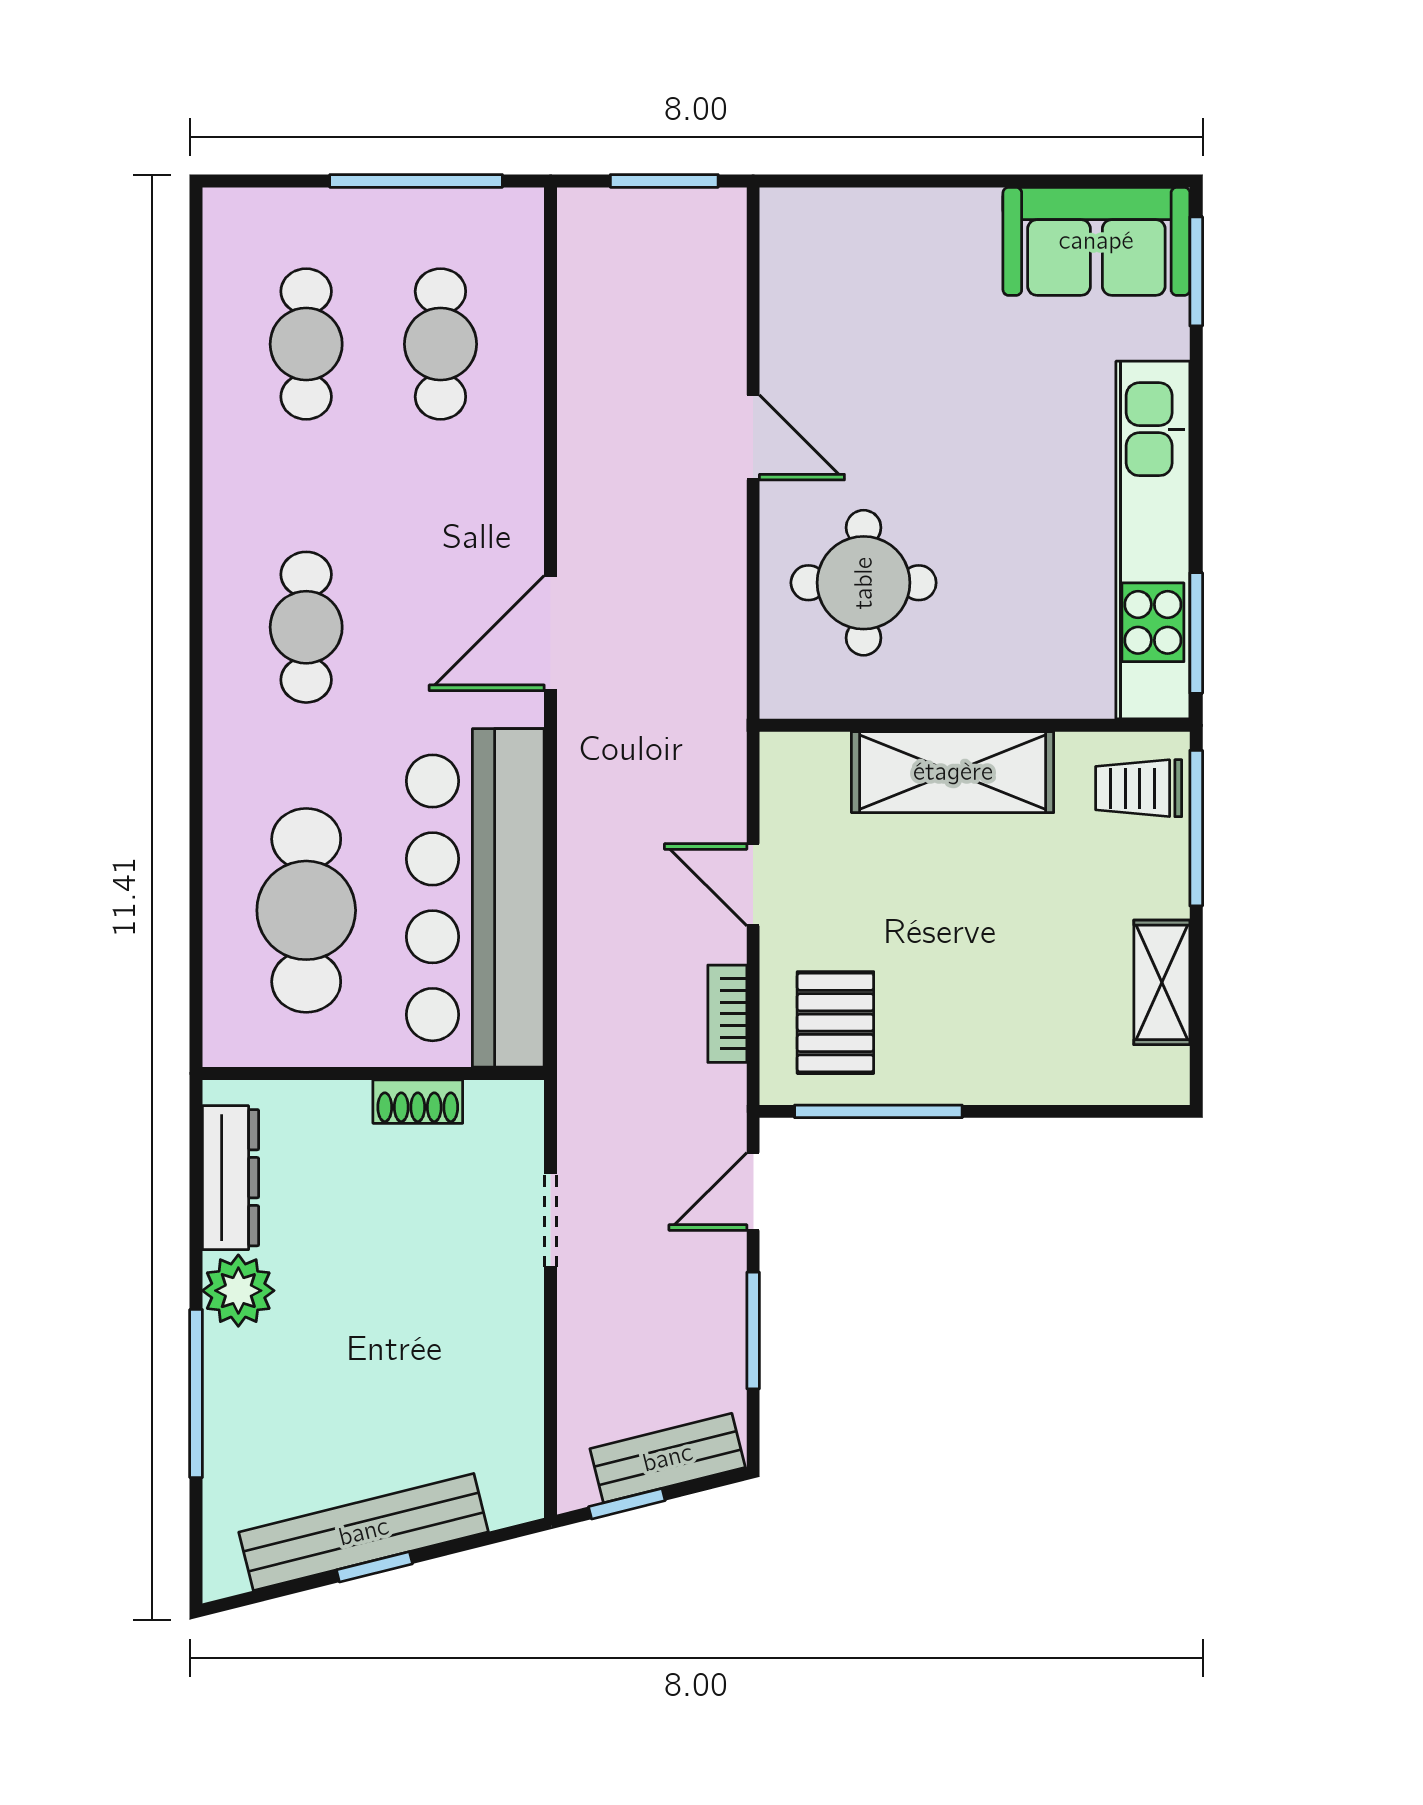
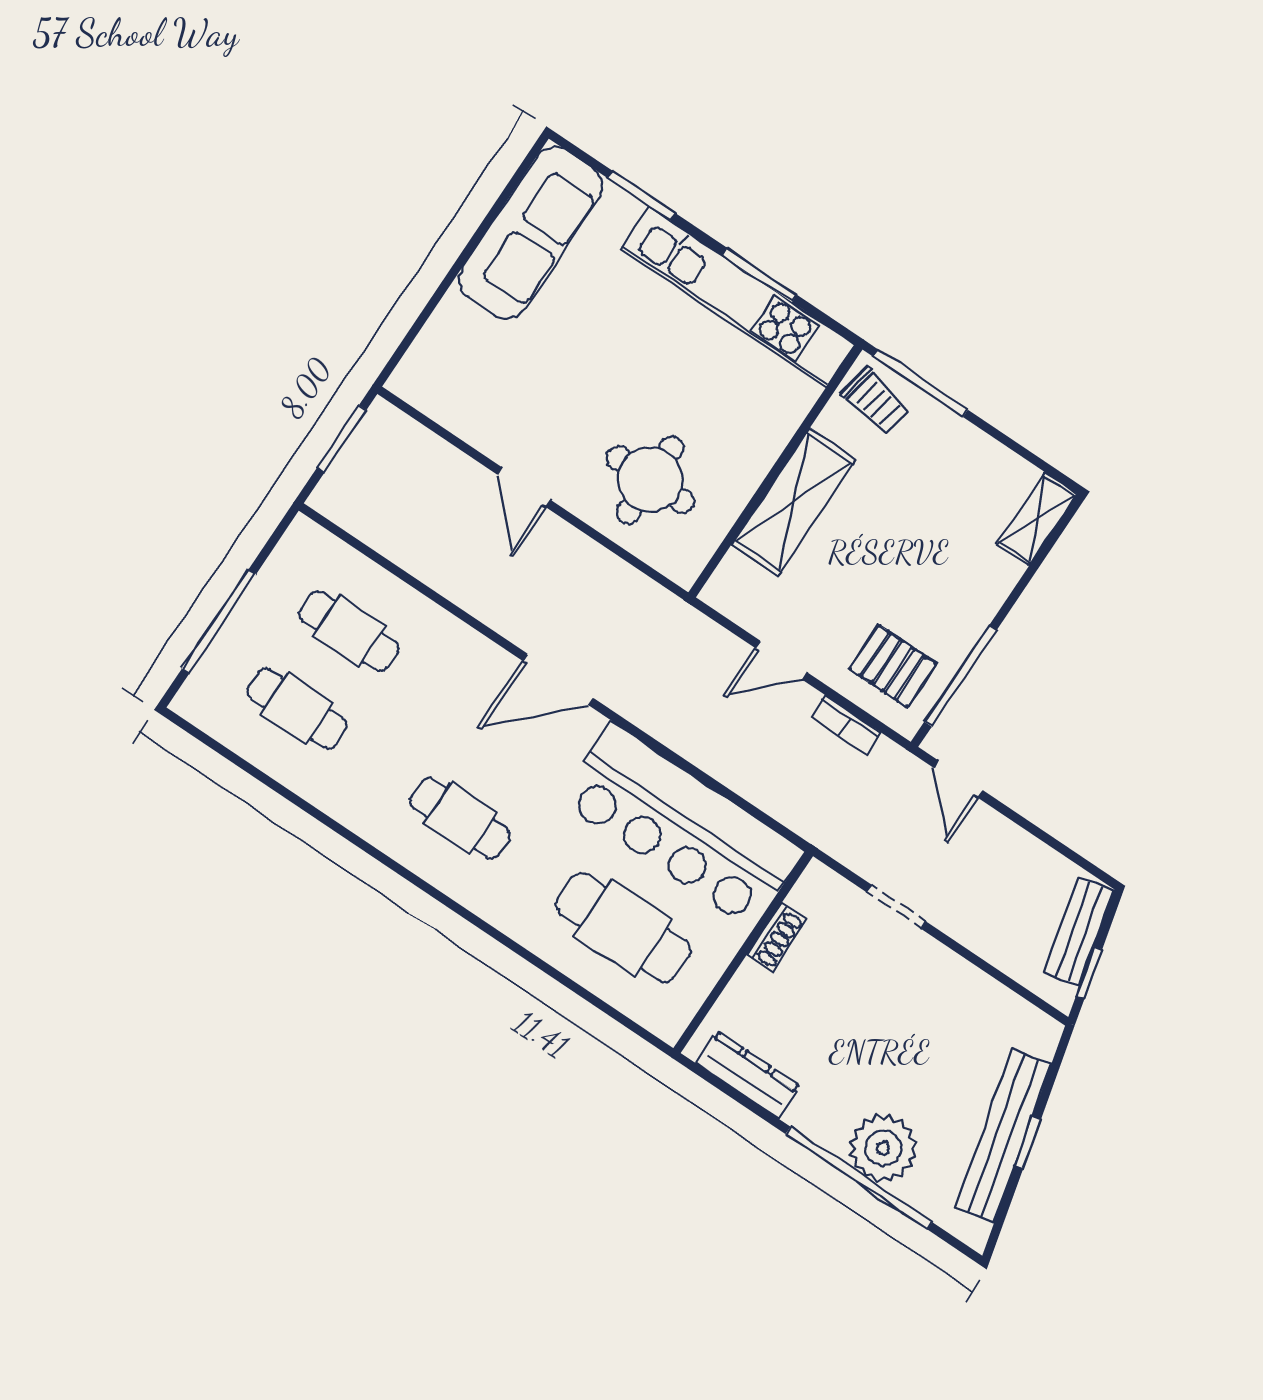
window: (416, 181) -> (219, 621), moved
sofa: (1096, 241) -> (531, 233), width x1.36
window: (1196, 271) -> (642, 196), moved
door: (753, 437) -> (524, 487), swing flipped
door: (551, 633) -> (558, 680), hinge flipped
window: (1196, 633) -> (759, 275), moved
trolley: (1139, 788) -> (875, 401), turned -79
shelving: (1162, 982) -> (1037, 519), moved, turned 90
plant: (238, 1291) -> (883, 1148), moved, width x1.36, depth x1.36
window: (753, 1331) -> (1038, 833), removed
window: (196, 1393) -> (859, 1178), width x1.46

